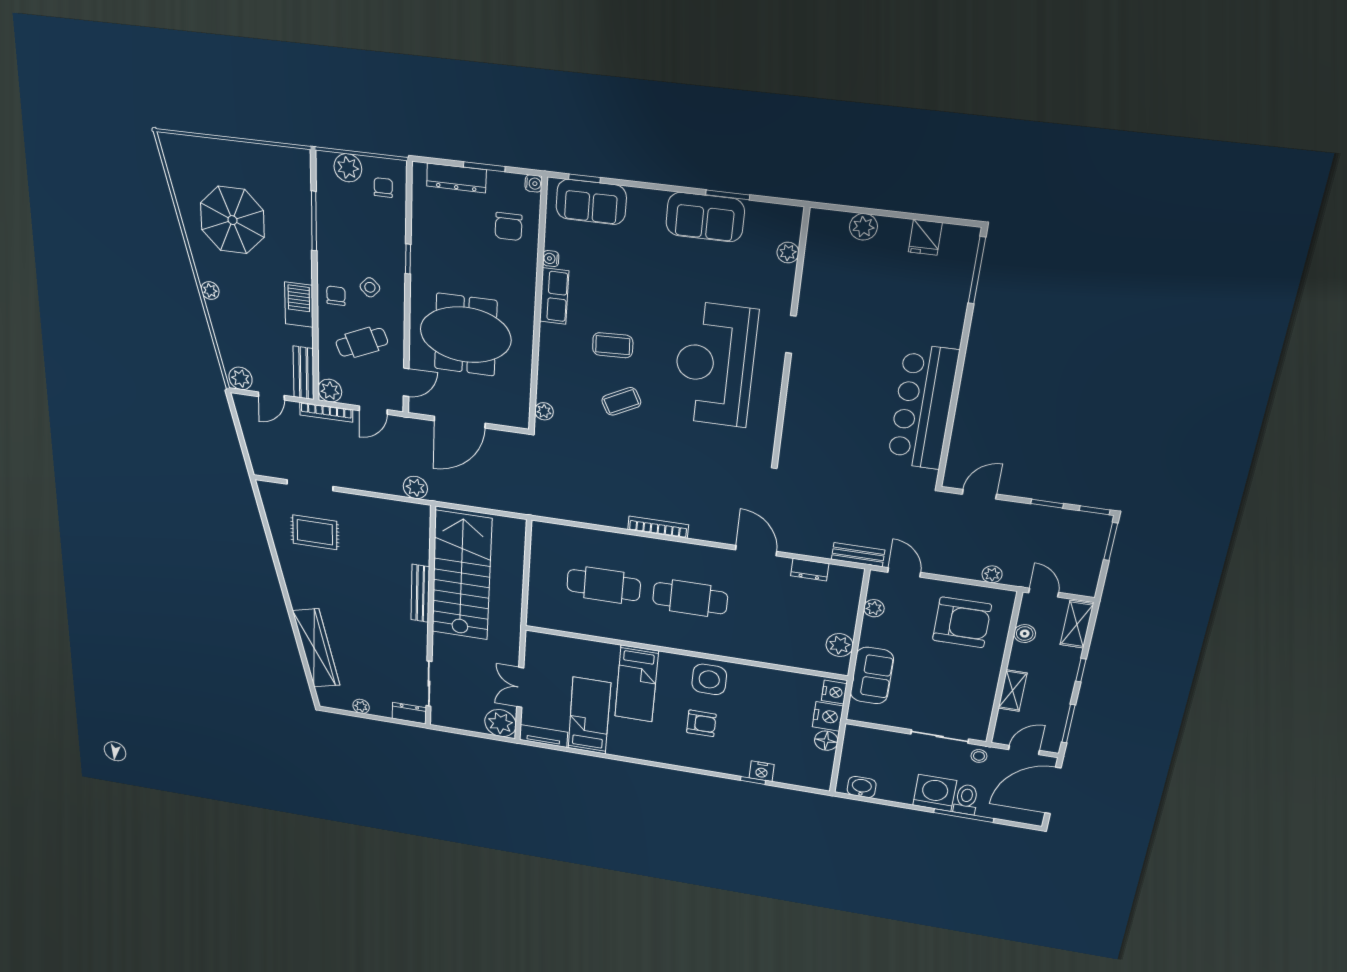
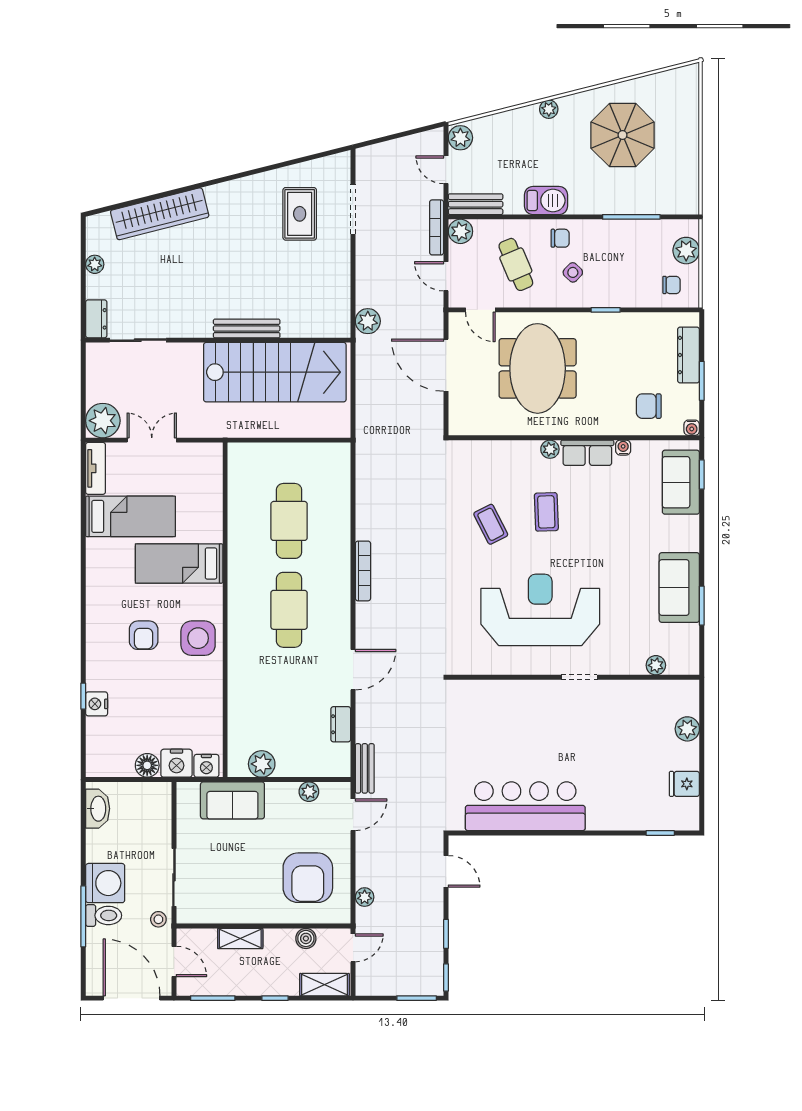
window: (977, 270) -> (660, 833), width x0.46
plant: (544, 411) -> (550, 449), moved
washbasin: (862, 787) -> (98, 809), width x1.38

